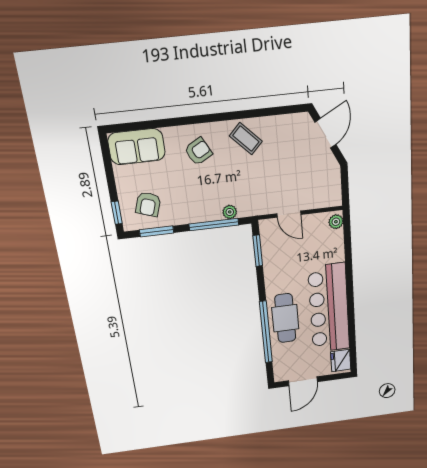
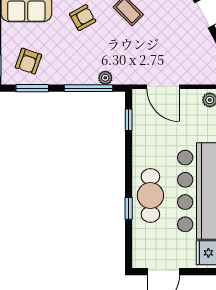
door: (289, 214) -> (163, 87), width x1.37
window: (258, 251) -> (129, 120), width x0.67
window: (266, 332) -> (129, 208), width x0.32

